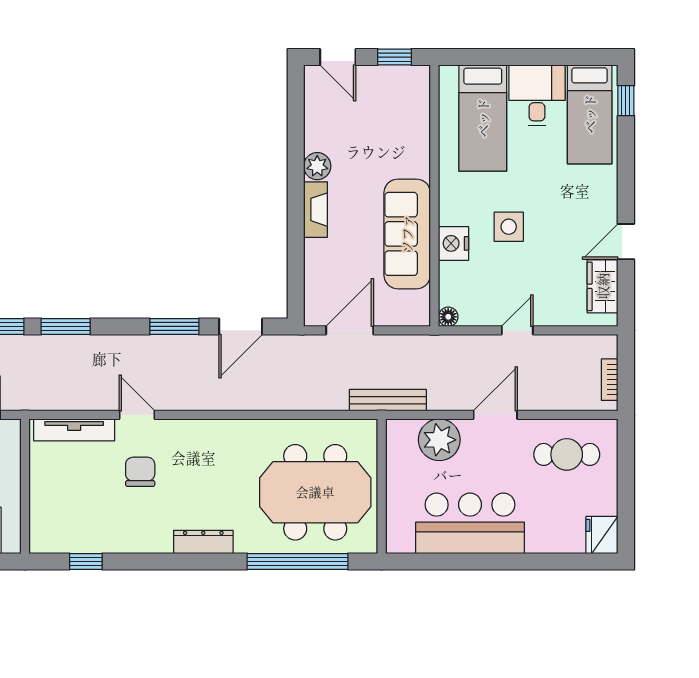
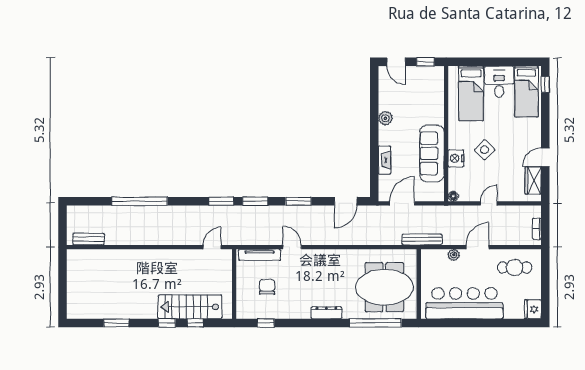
fireplace: (316, 210) -> (385, 160), moved
side table: (509, 227) -> (485, 150), turned 45
window: (174, 326) -> (298, 201), moved
plant: (439, 440) -> (454, 255), width x0.53, depth x0.53
chair: (140, 472) -> (267, 287), moved
bar counter: (470, 523) -> (464, 303), width x1.36

